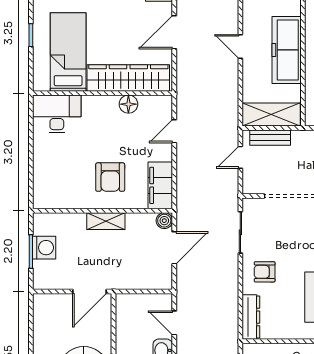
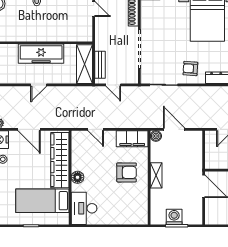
floor lamp: (128, 104) -> (78, 177), moved
armchair: (265, 272) -> (190, 69), turned 94

